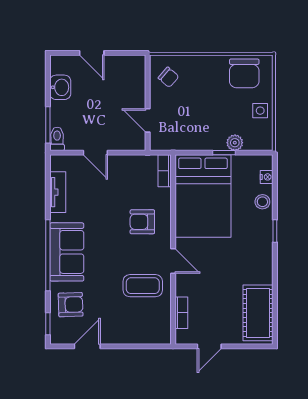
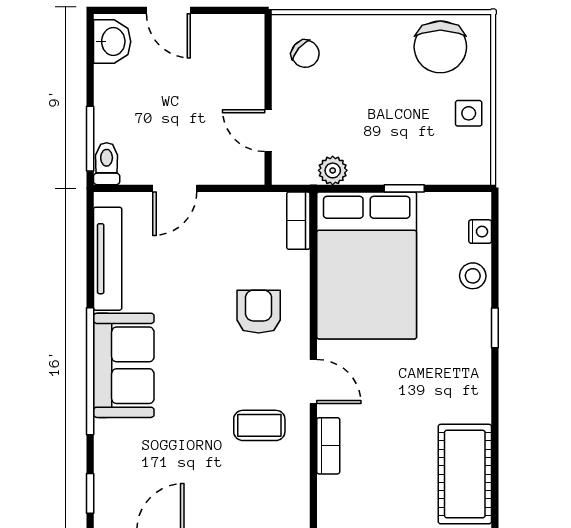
washbasin: (60, 87) -> (112, 42), moved
plant: (235, 143) -> (333, 170), moved
door: (95, 153) -> (175, 188), hinge flipped
tv unit: (58, 192) -> (108, 259), width x1.41
armchair: (142, 222) -> (259, 312), turned 90
coffee table: (143, 286) -> (259, 425), width x0.73, depth x0.77
armchair: (71, 305) -> (131, 459), removed
bookcase: (181, 313) -> (328, 446), moved

